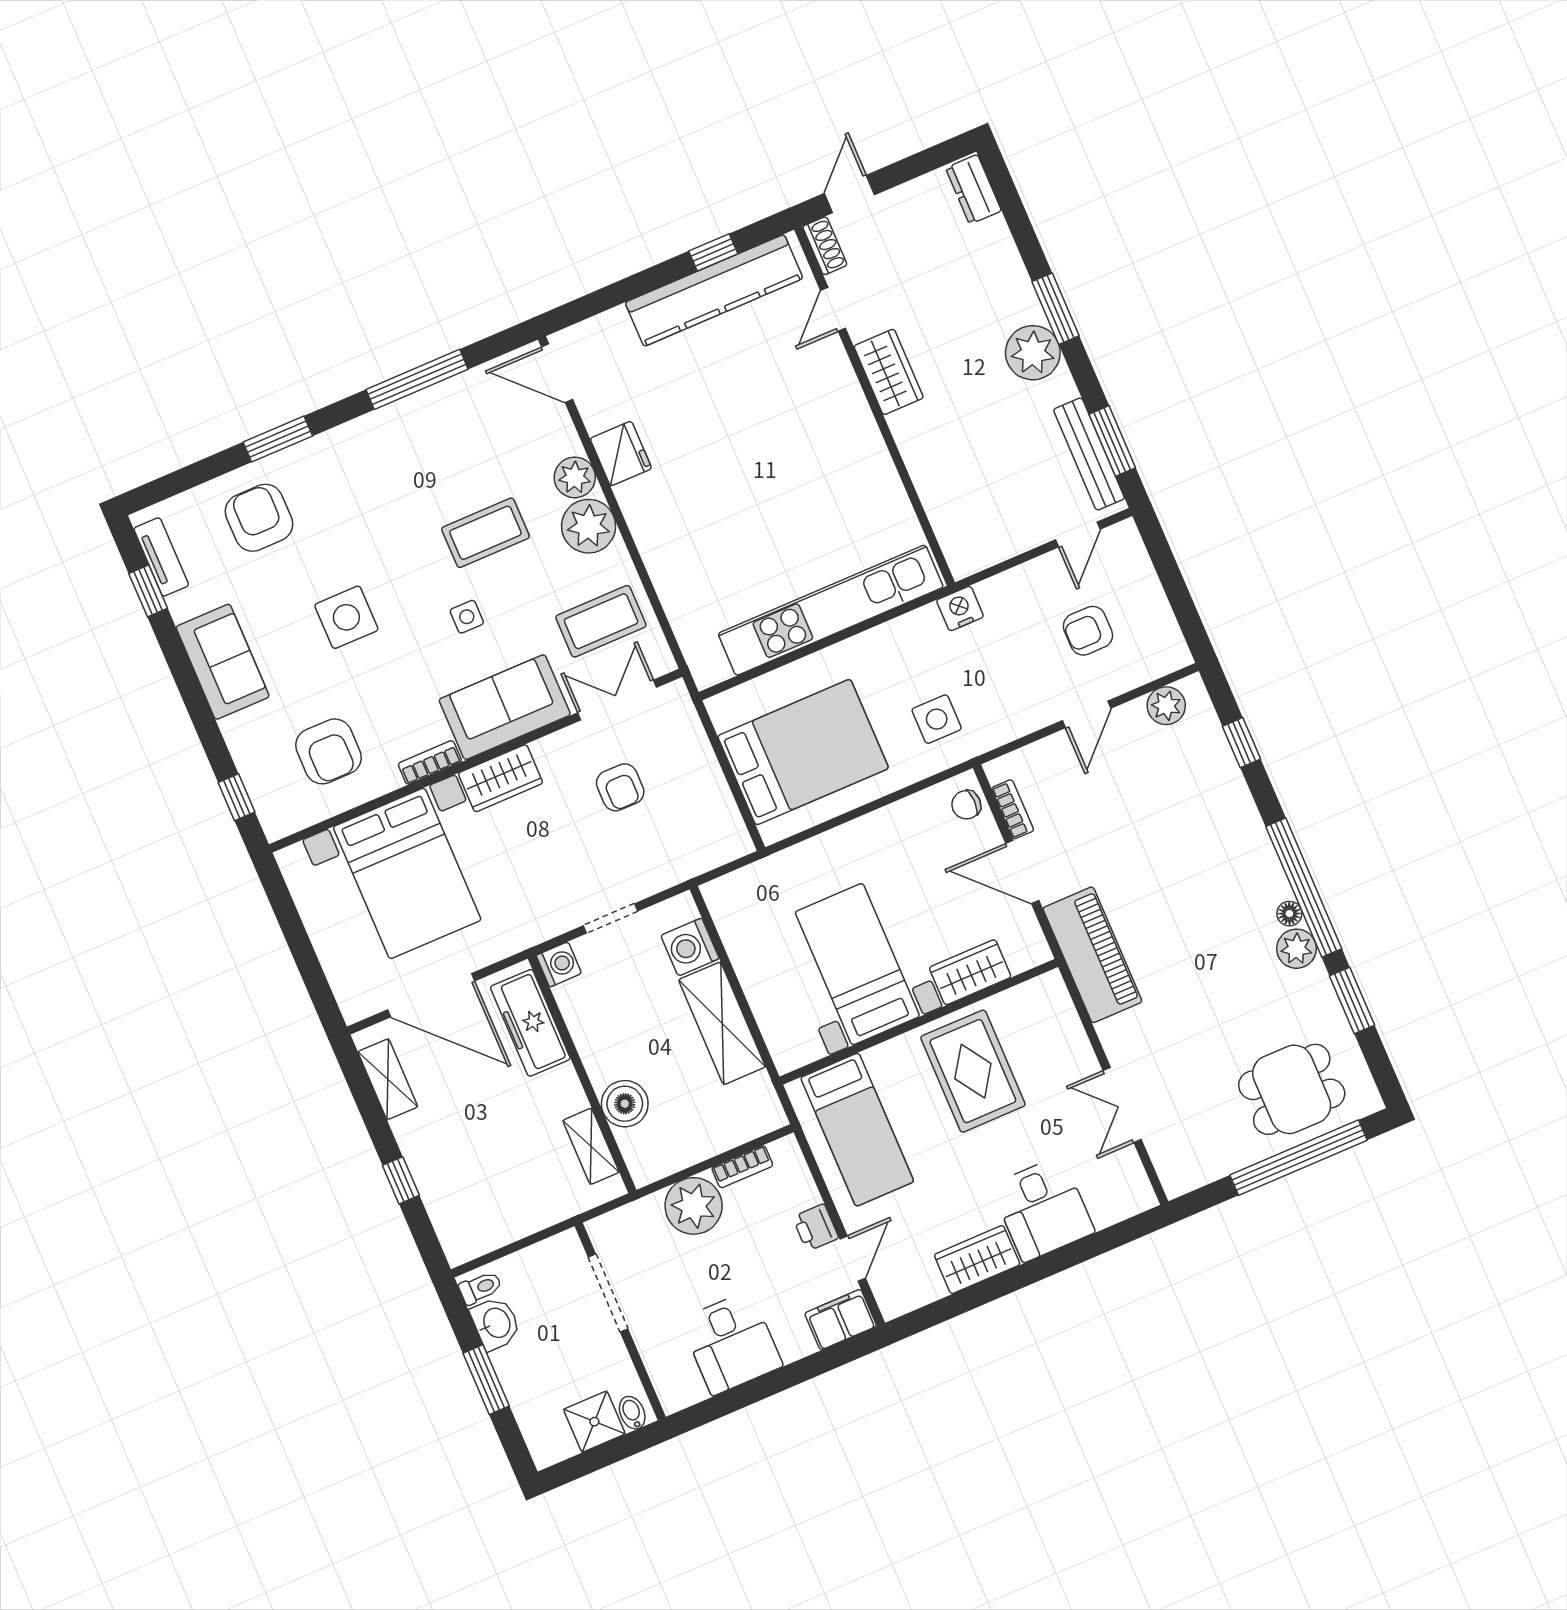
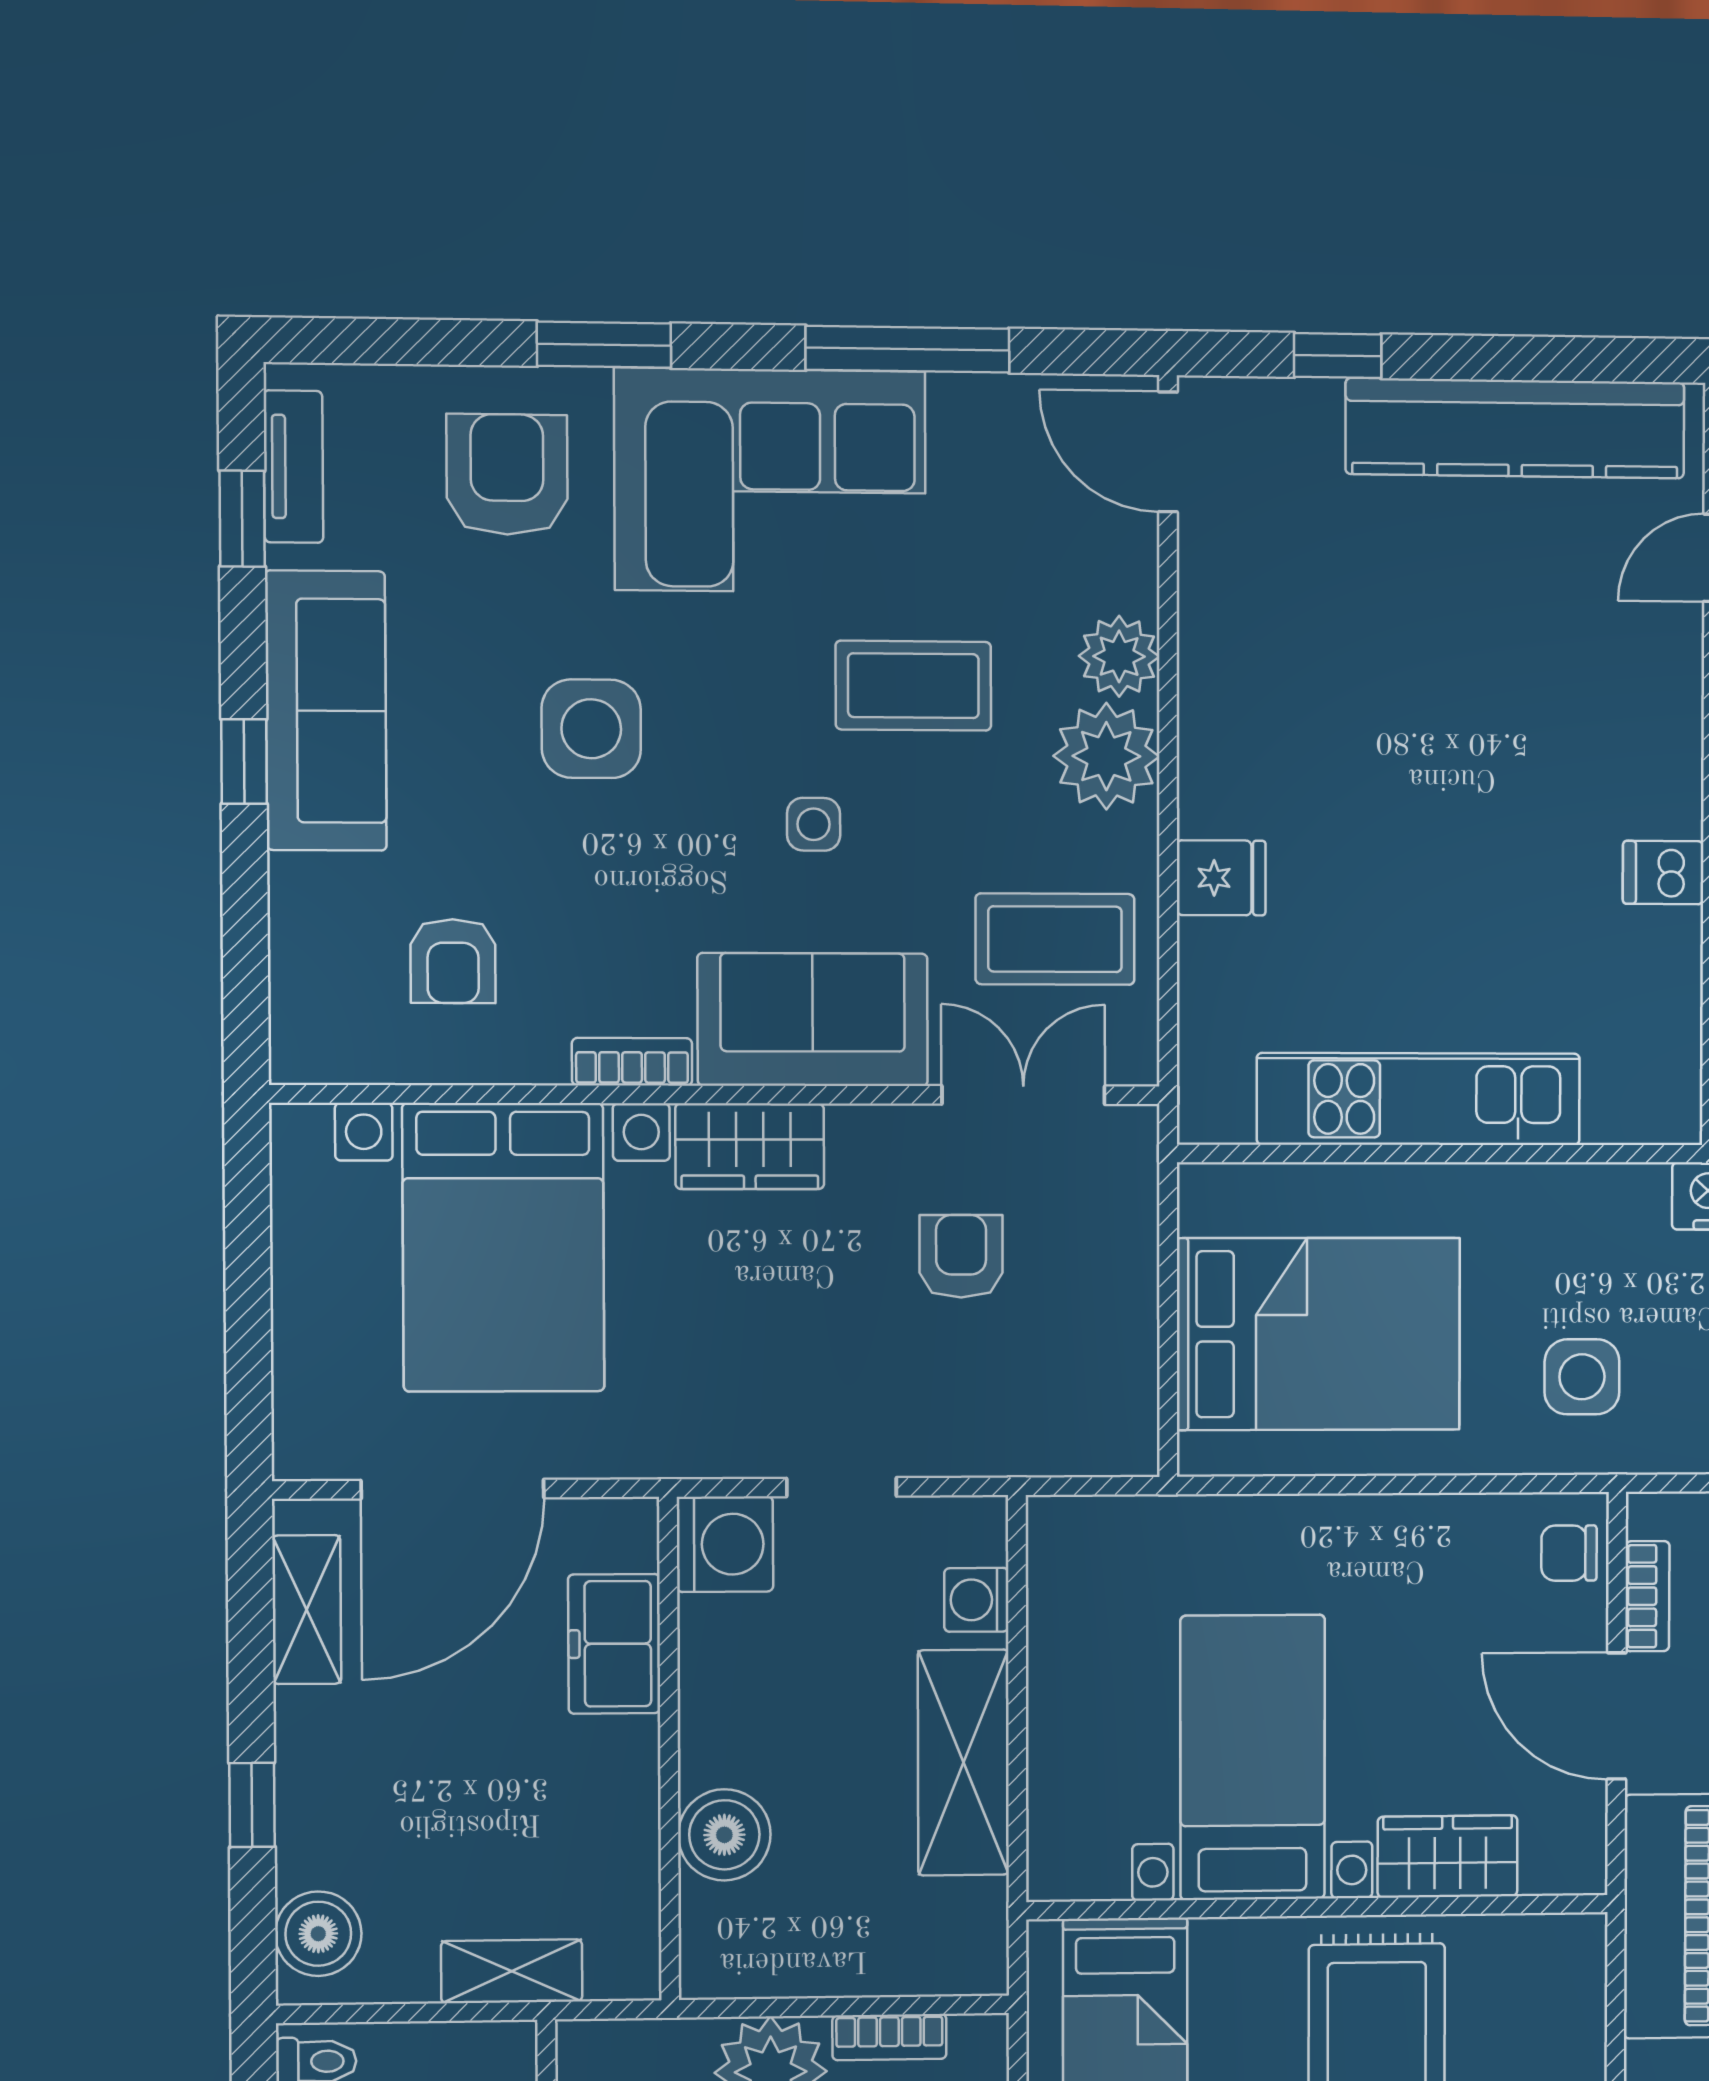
window: (713, 252) -> (1338, 356), moved
fridge: (621, 454) -> (1221, 878), moved, width x0.72
dishwasher: (873, 466) -> (1663, 873), added
corner sofa: (380, 468) -> (770, 481), added
kitchen unit: (831, 610) -> (1418, 1099), width x0.73
sofa: (223, 662) -> (326, 711), width x1.36
armchair: (329, 751) -> (453, 961), width x0.72, depth x0.72
armchair: (620, 787) -> (961, 1256), turned 180
window: (237, 797) -> (244, 762), moved
washing machine: (690, 947) -> (976, 1600), width x0.73, depth x0.73
washing machine: (559, 964) -> (725, 1544), width x1.38, depth x1.38
door: (431, 995) -> (452, 1489), hinge flipped
freezer: (530, 1023) -> (614, 1644), width x0.71
shelving: (591, 1146) -> (512, 1971), moved, turned 90
boiler: (456, 1228) -> (318, 1934), added

